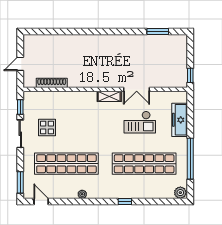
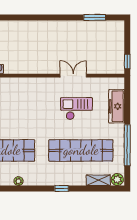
double door: (137, 89) -> (73, 76), swing flipped
shelving: (109, 96) -> (98, 180), moved
checkout: (140, 122) -> (77, 109), turned 180

